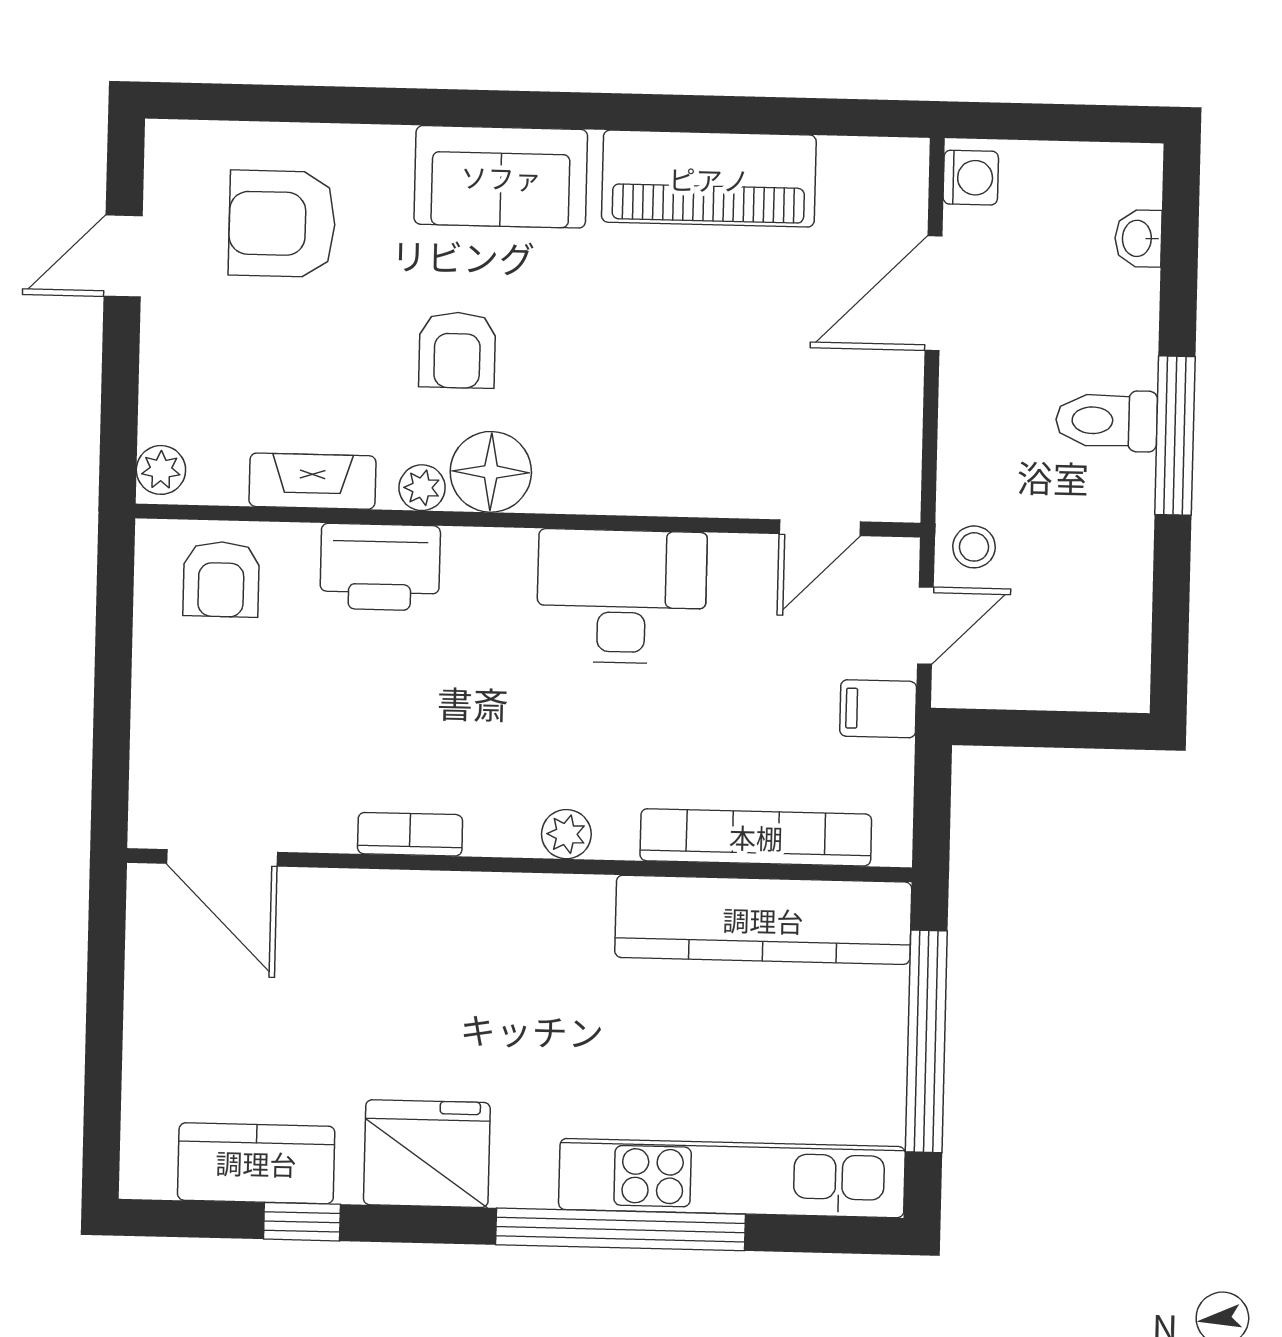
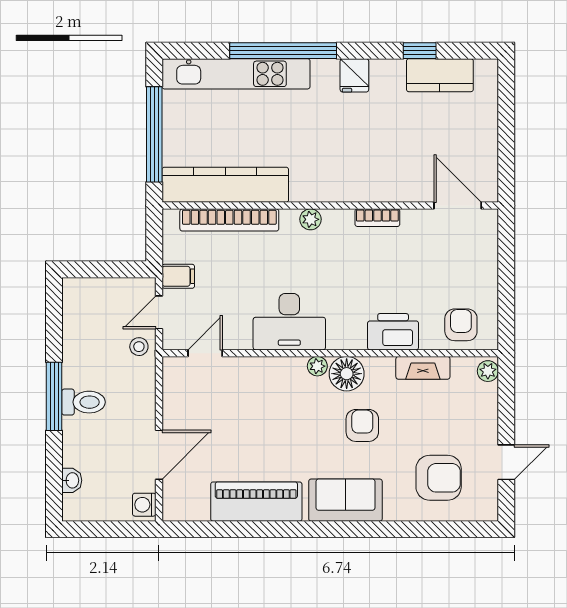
plant: (422, 488) -> (317, 366), moved
fridge: (427, 1154) -> (354, 75), width x0.53, depth x0.75

